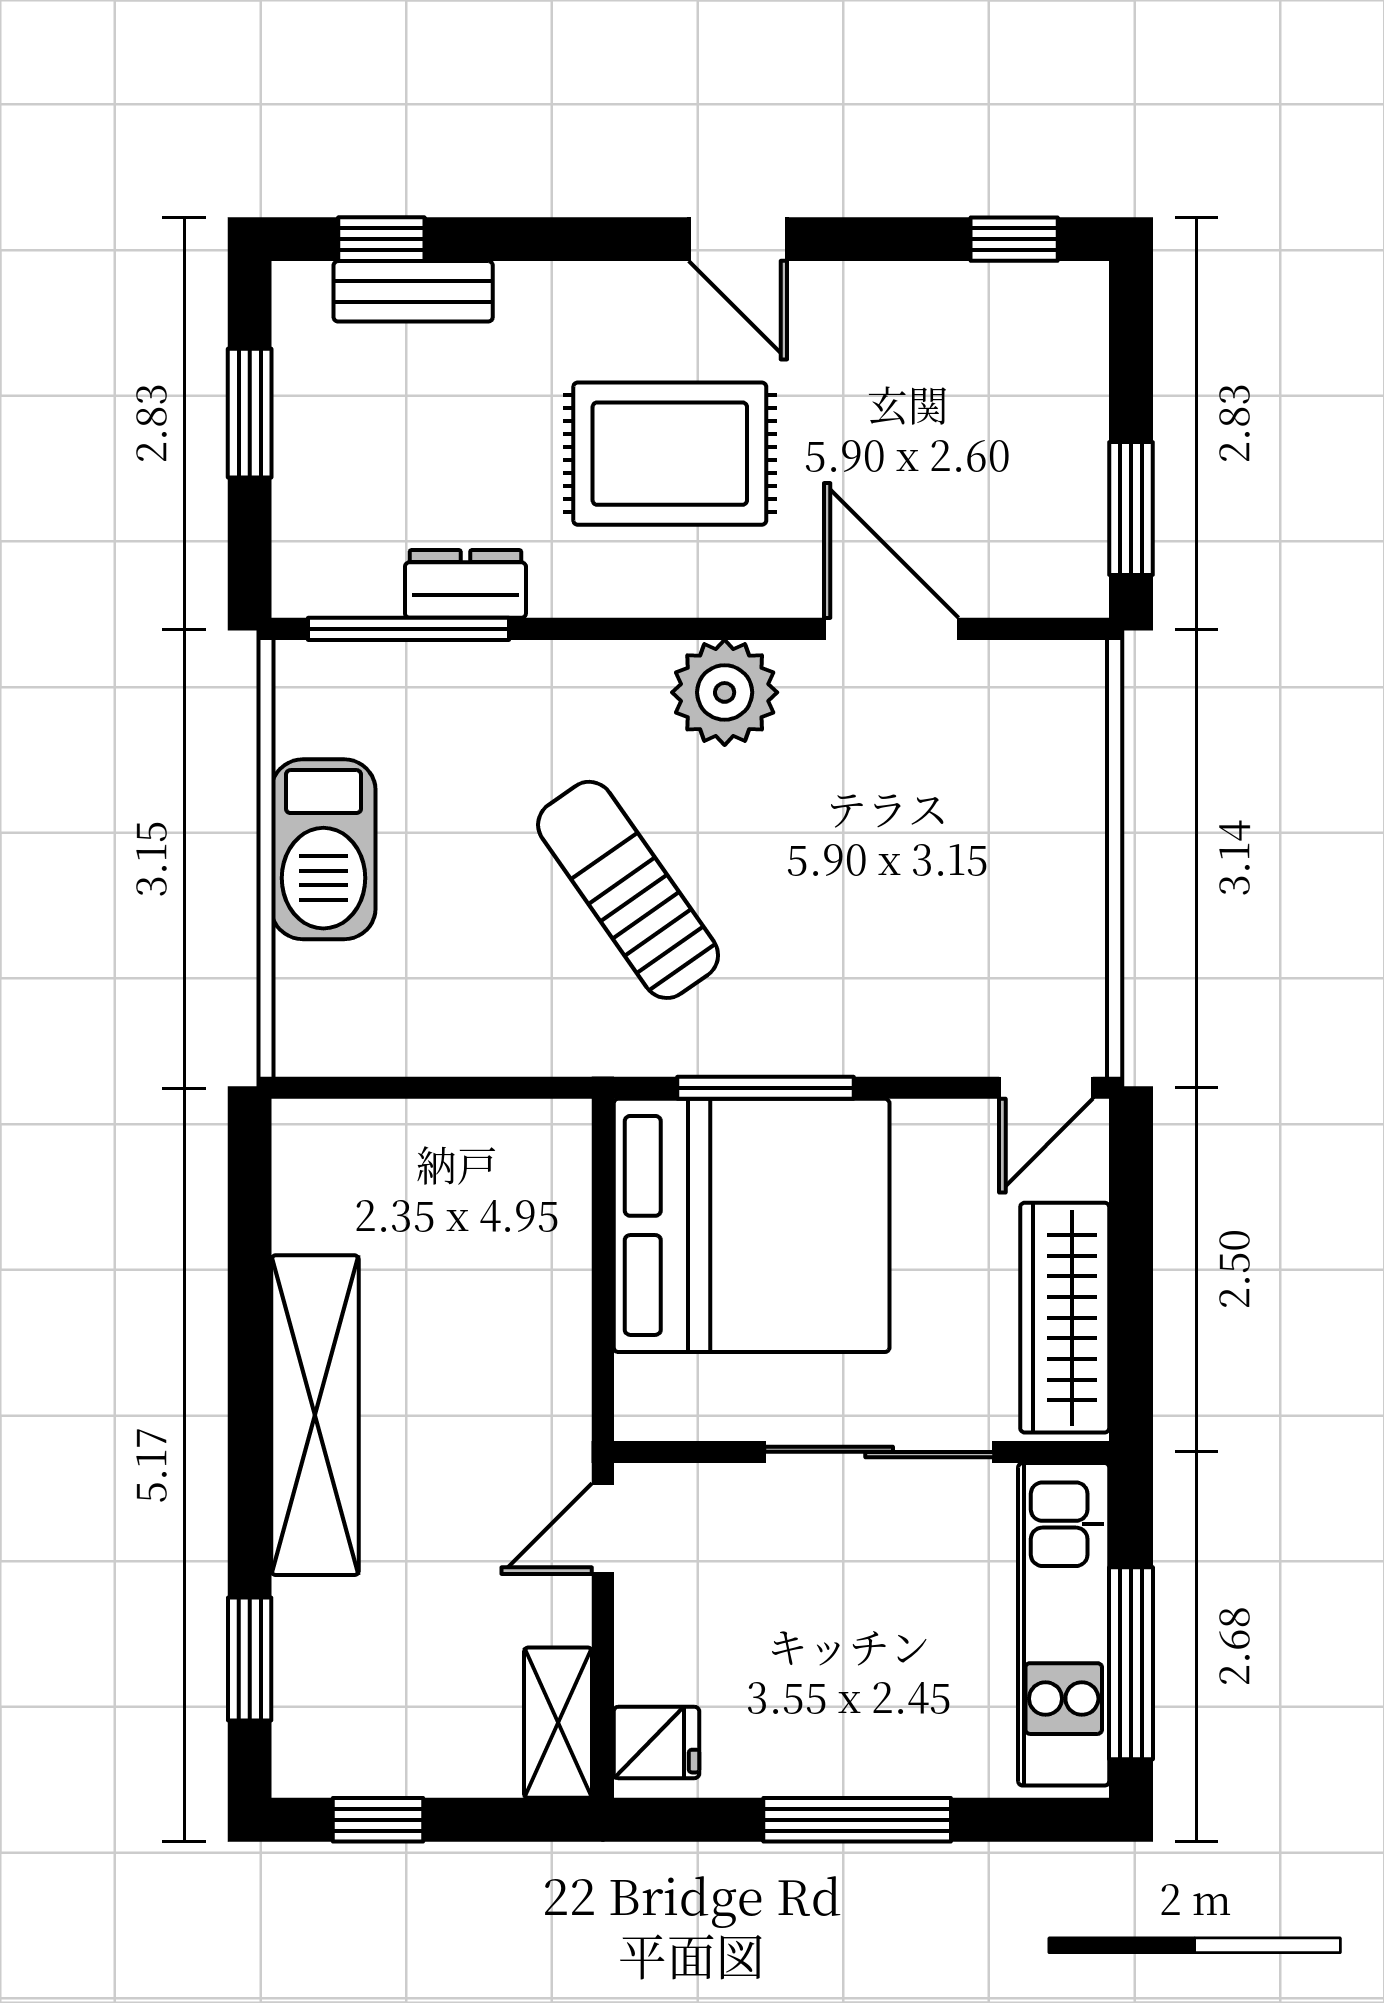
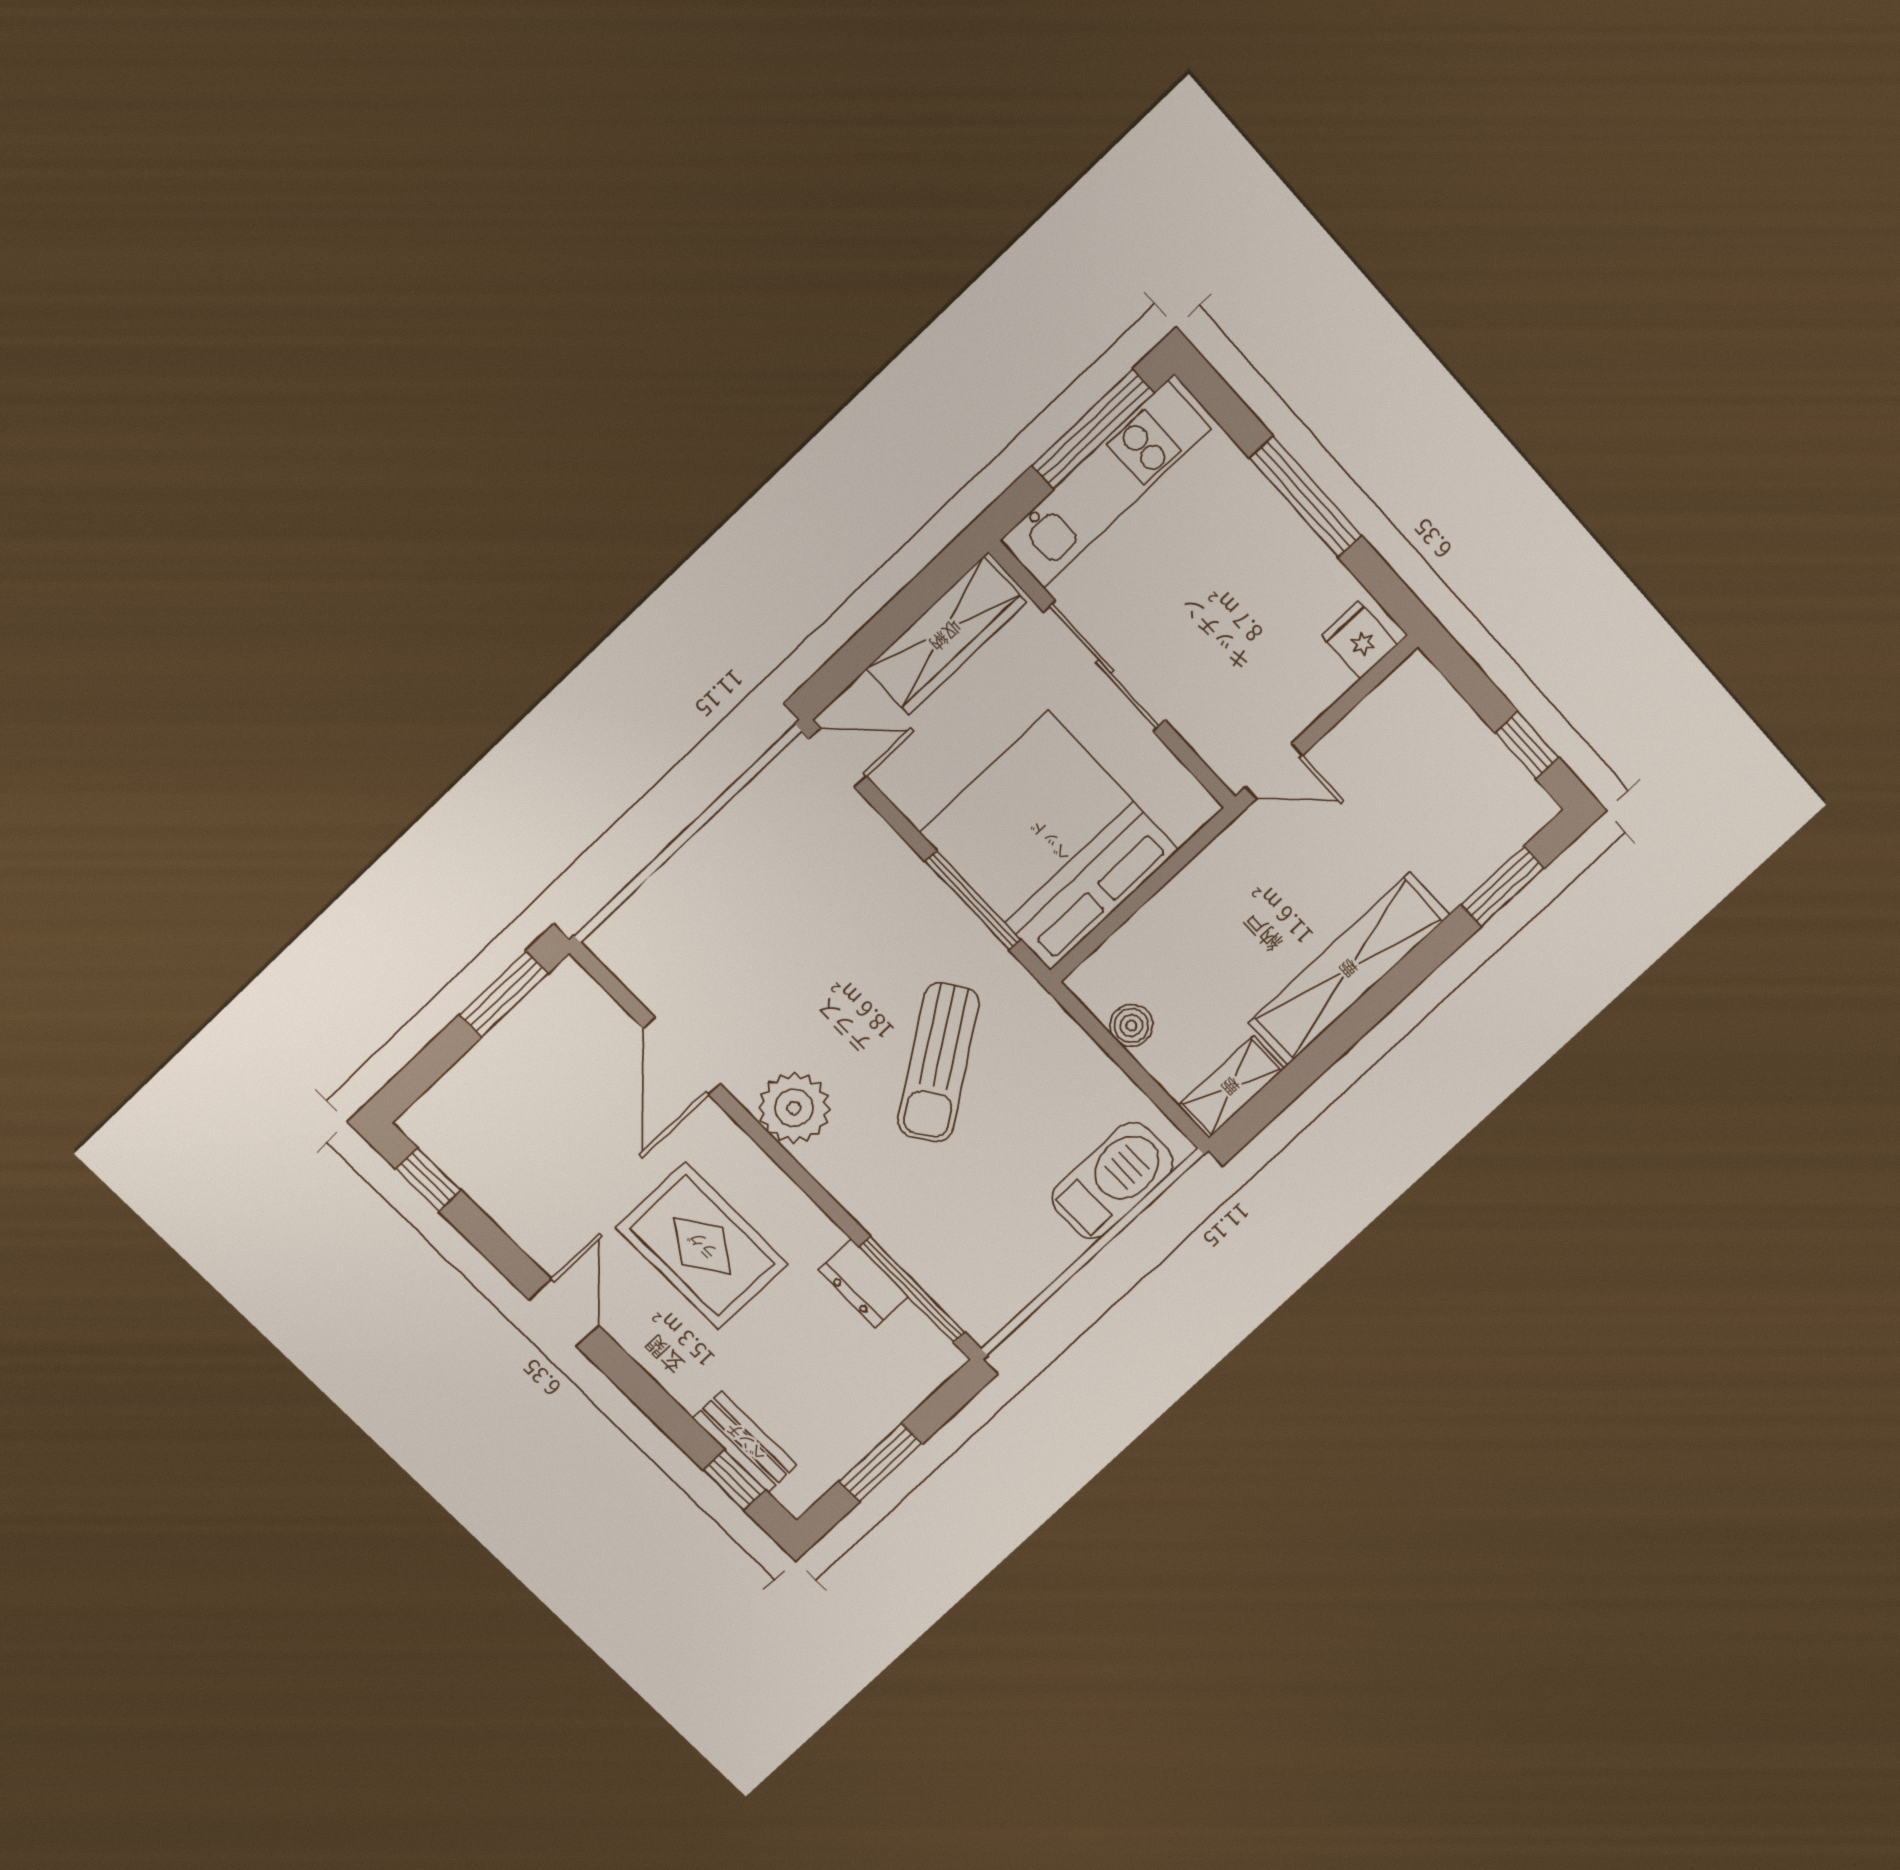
barbecue: (323, 849) -> (1113, 1181), moved
boiler: (474, 1130) -> (1131, 1026), added
shelving: (558, 1723) -> (1231, 1087), moved

